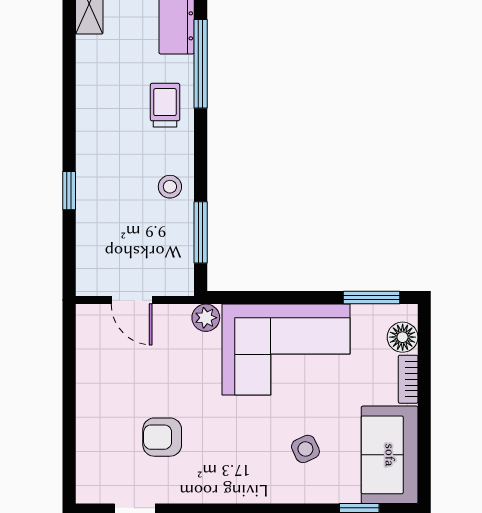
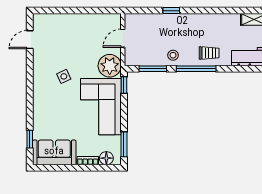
window: (201, 64) -> (196, 69), moved
window: (237, 298) -> (124, 85), added
plant: (206, 318) -> (110, 66), width x1.88, depth x1.88
armchair: (162, 437) -> (62, 52), removed
side table: (305, 449) -> (64, 76), moved

